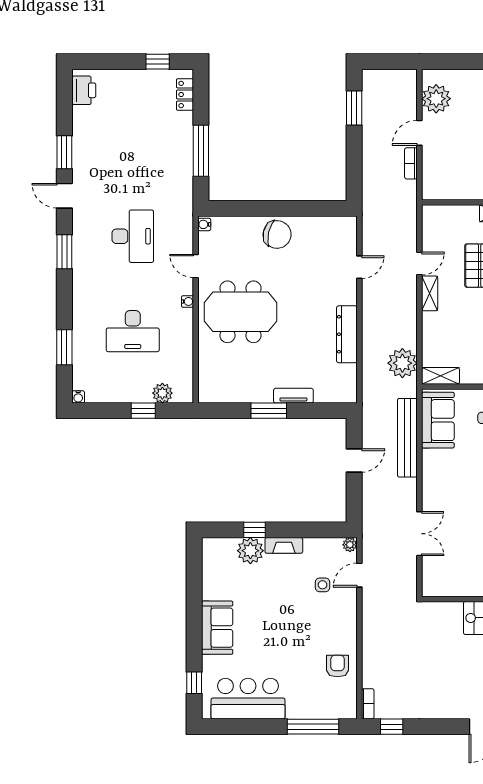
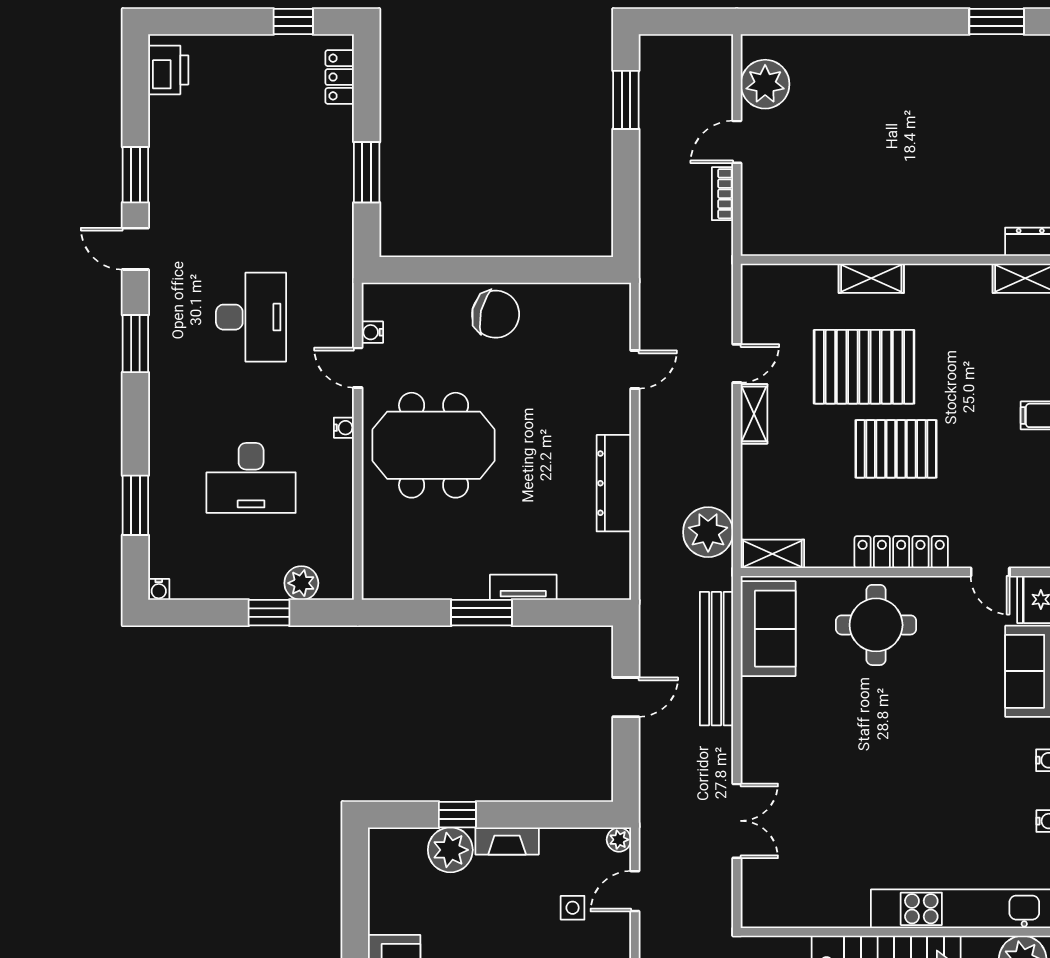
window: (201, 151) -> (367, 172), width x0.69
water cooler: (204, 224) -> (372, 332), moved

